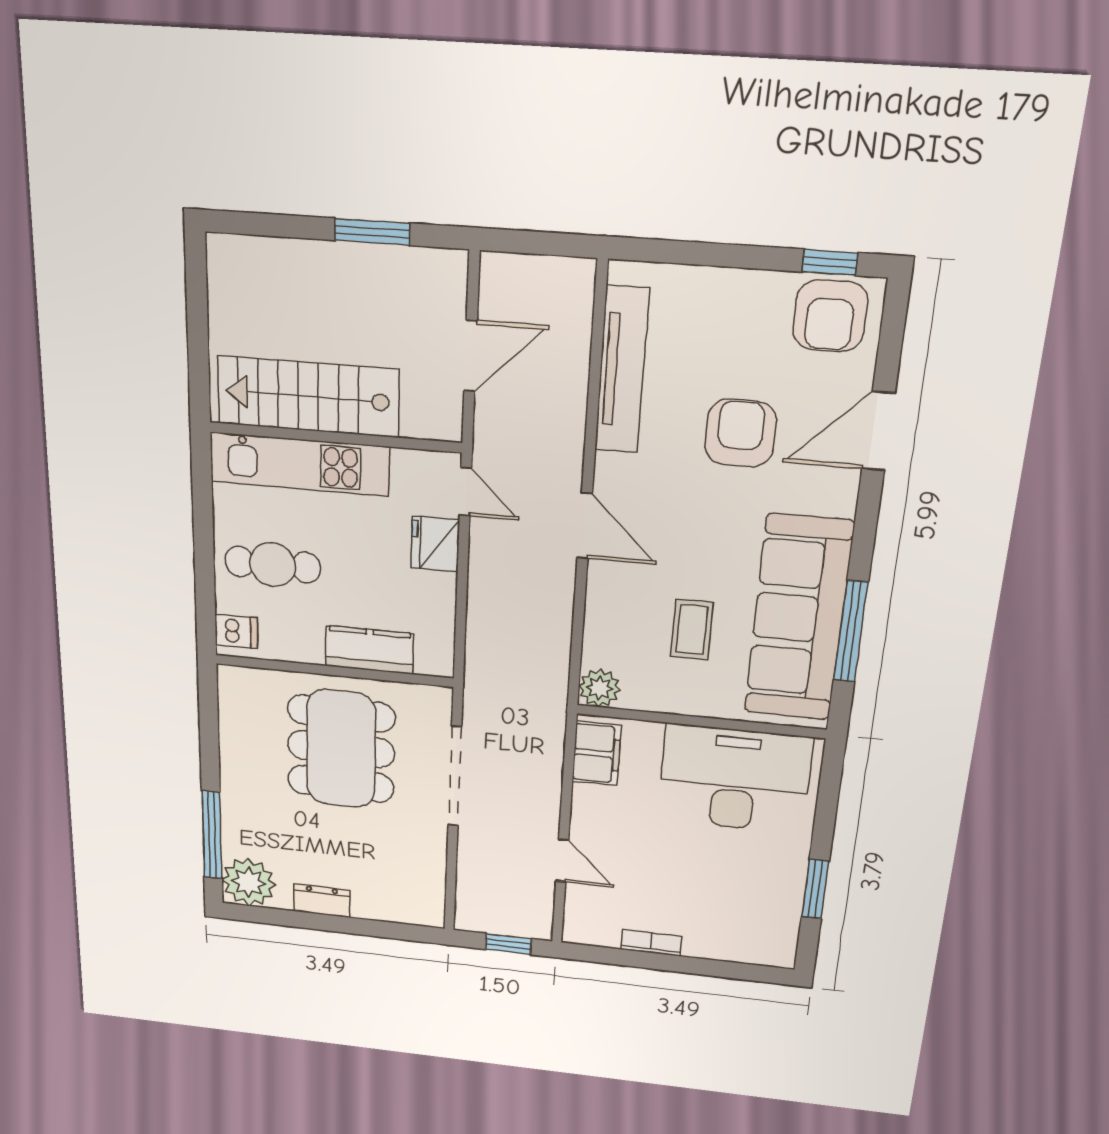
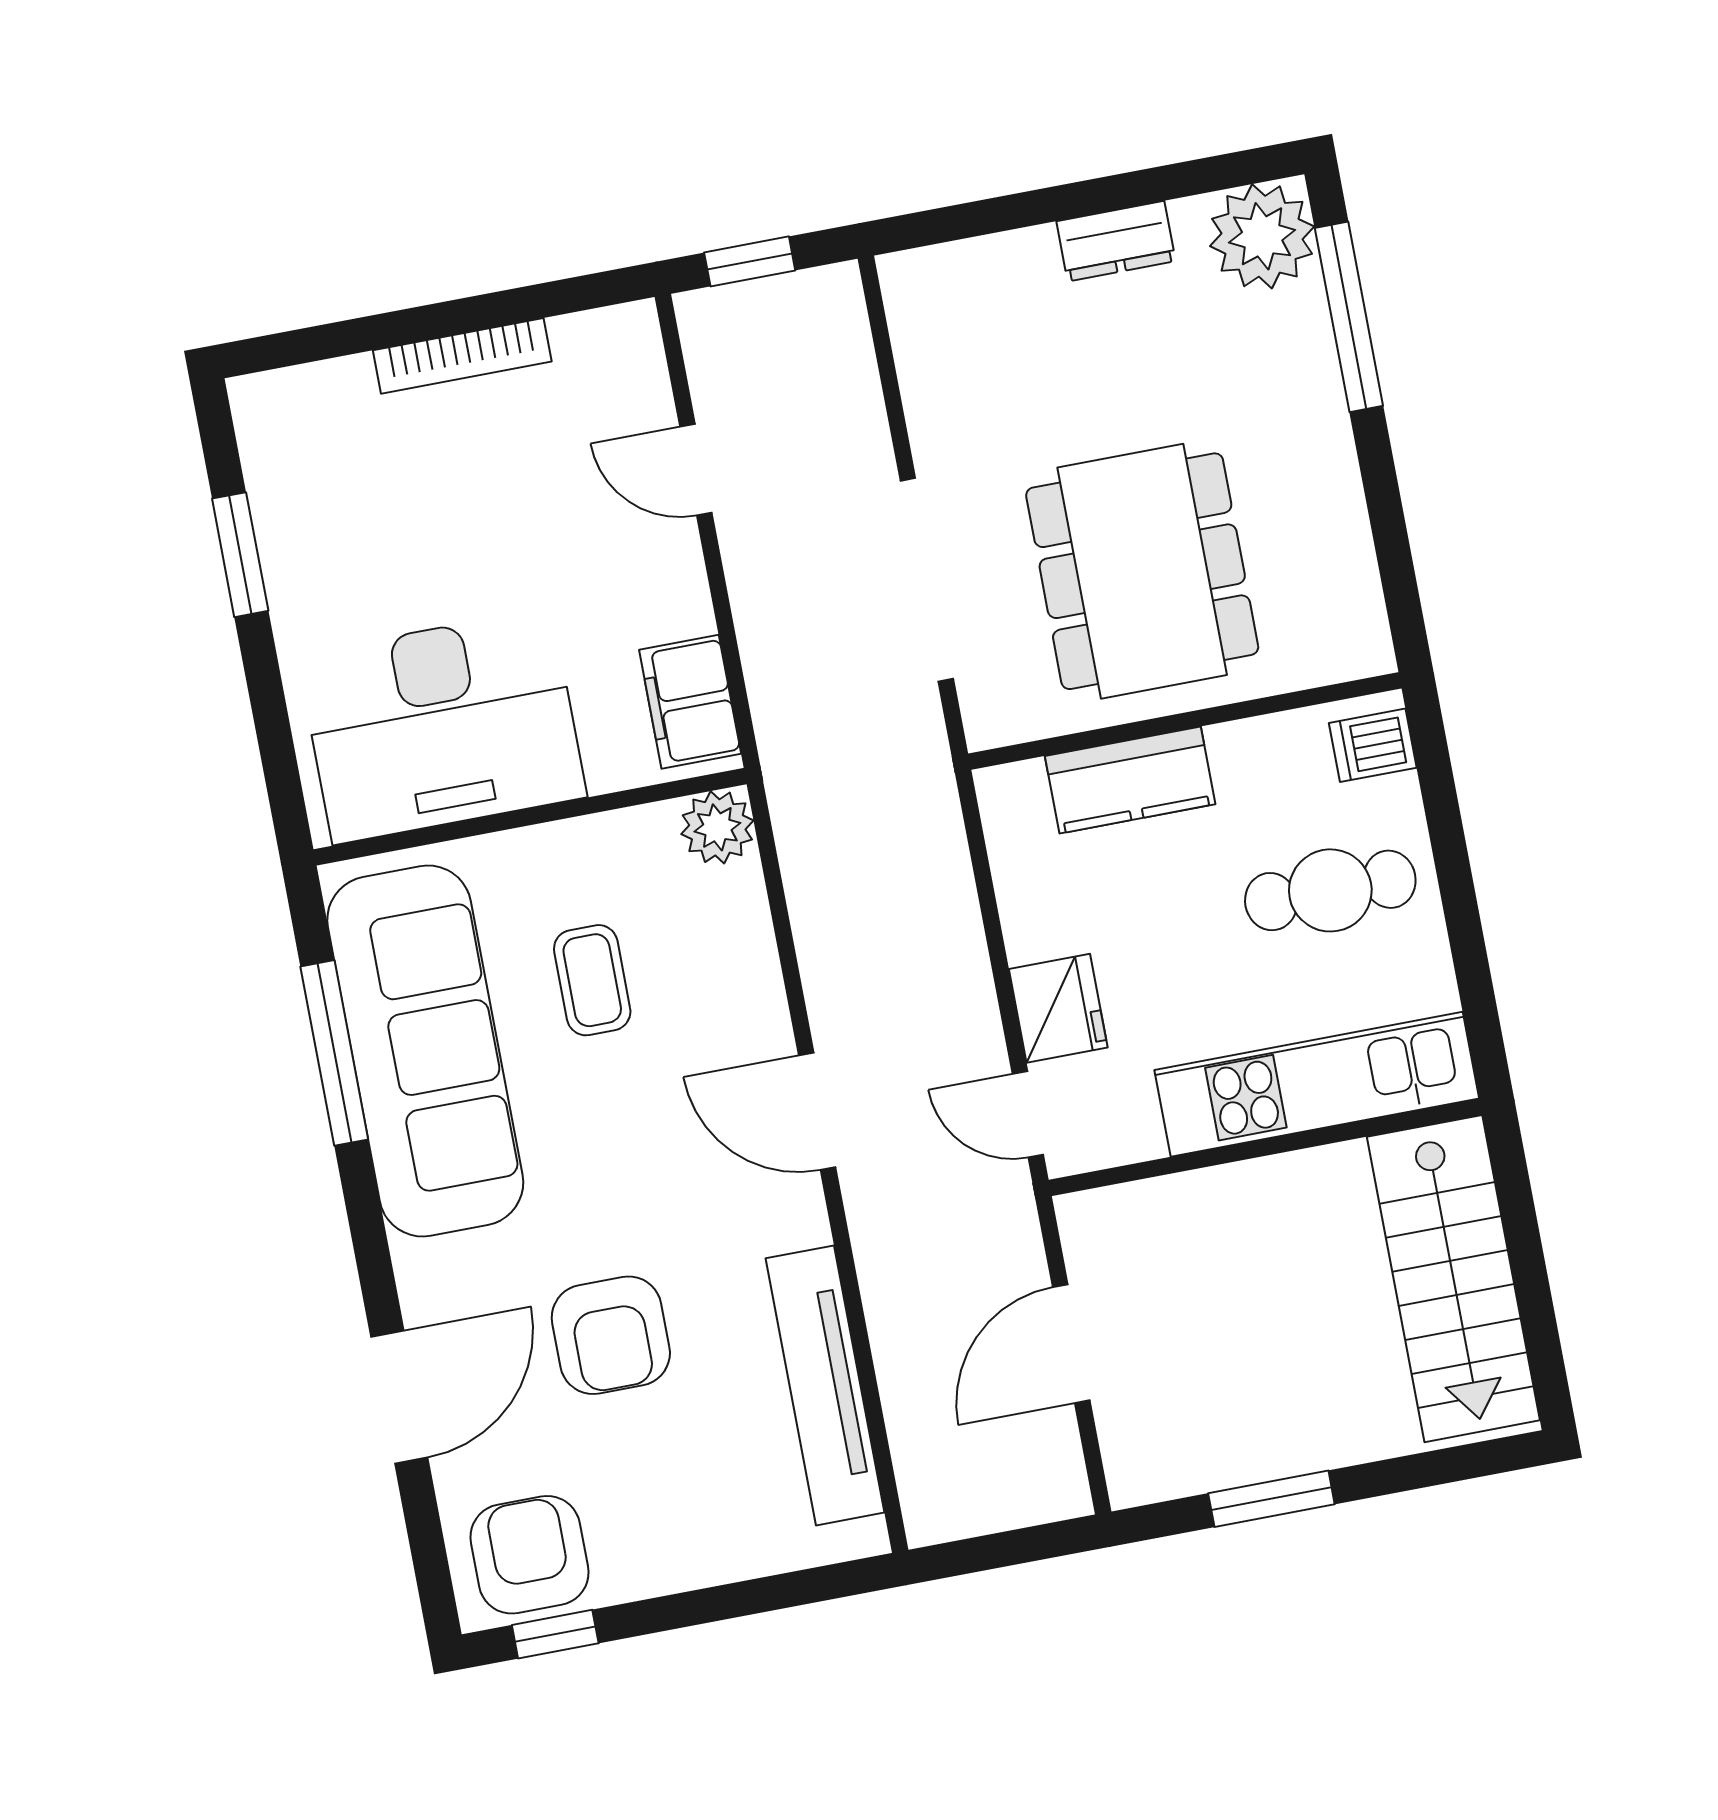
stairs: (308, 397) -> (1453, 1279), moved, turned 90
bookcase: (651, 943) -> (462, 356), width x1.56

